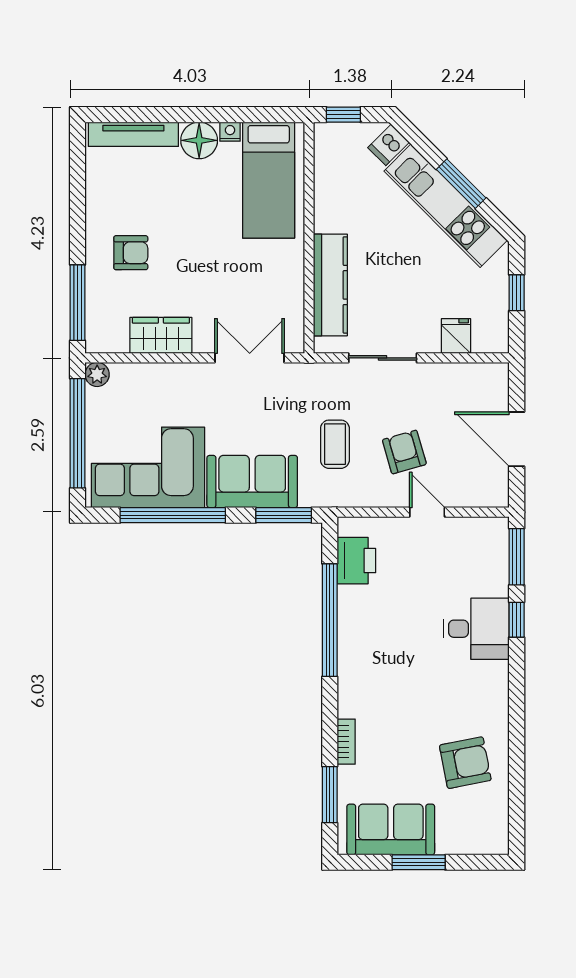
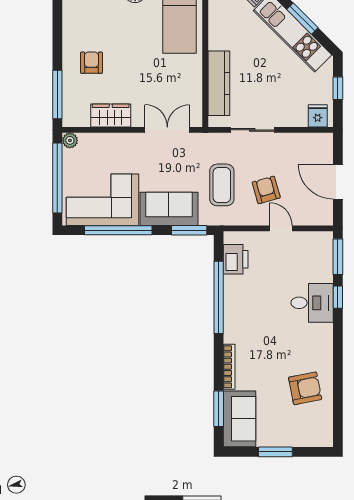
armchair: (131, 253) -> (91, 63), turned -90
fridge: (456, 336) -> (318, 116), moved
coffee table: (335, 444) -> (222, 185), width x1.36, depth x1.30
bookcase: (346, 742) -> (229, 367), width x1.56
sofa: (391, 829) -> (239, 419), moved, turned 90

